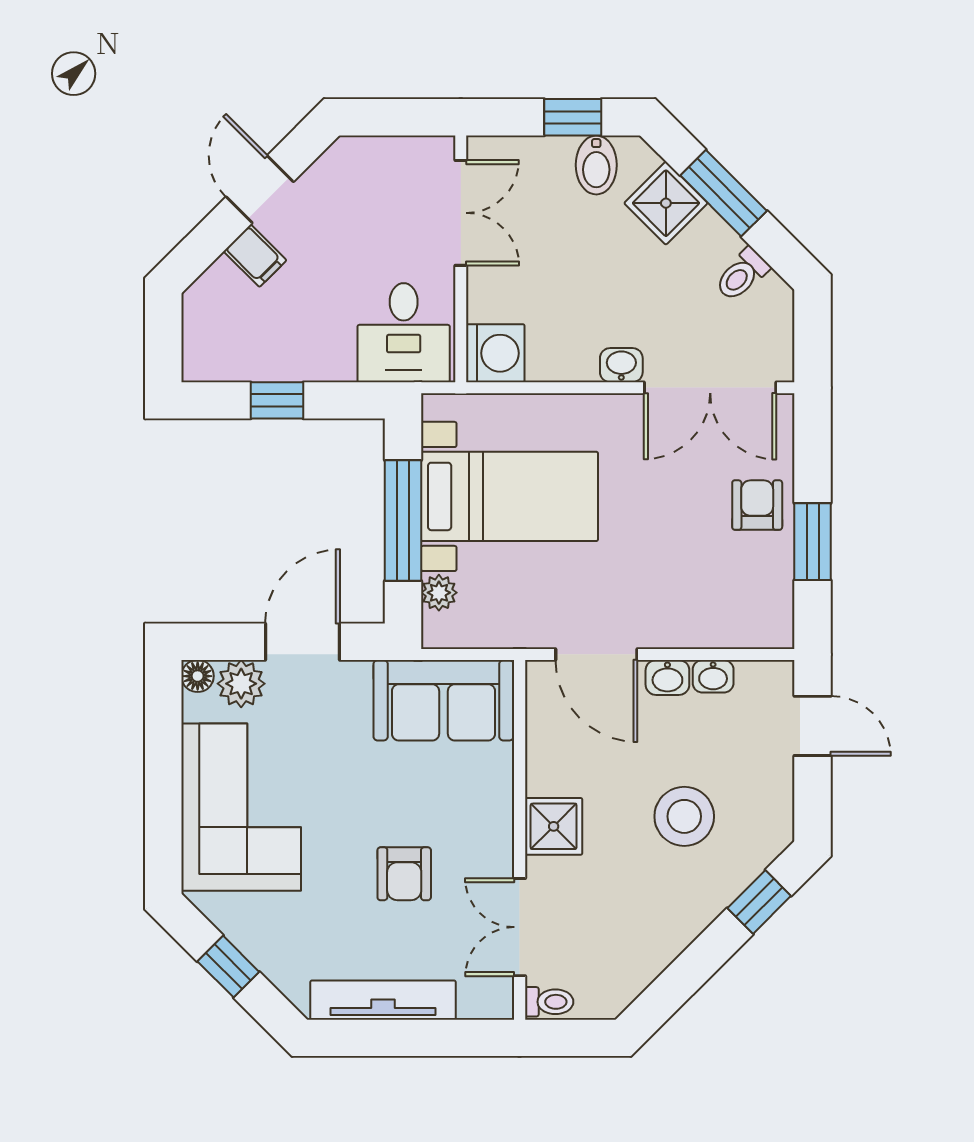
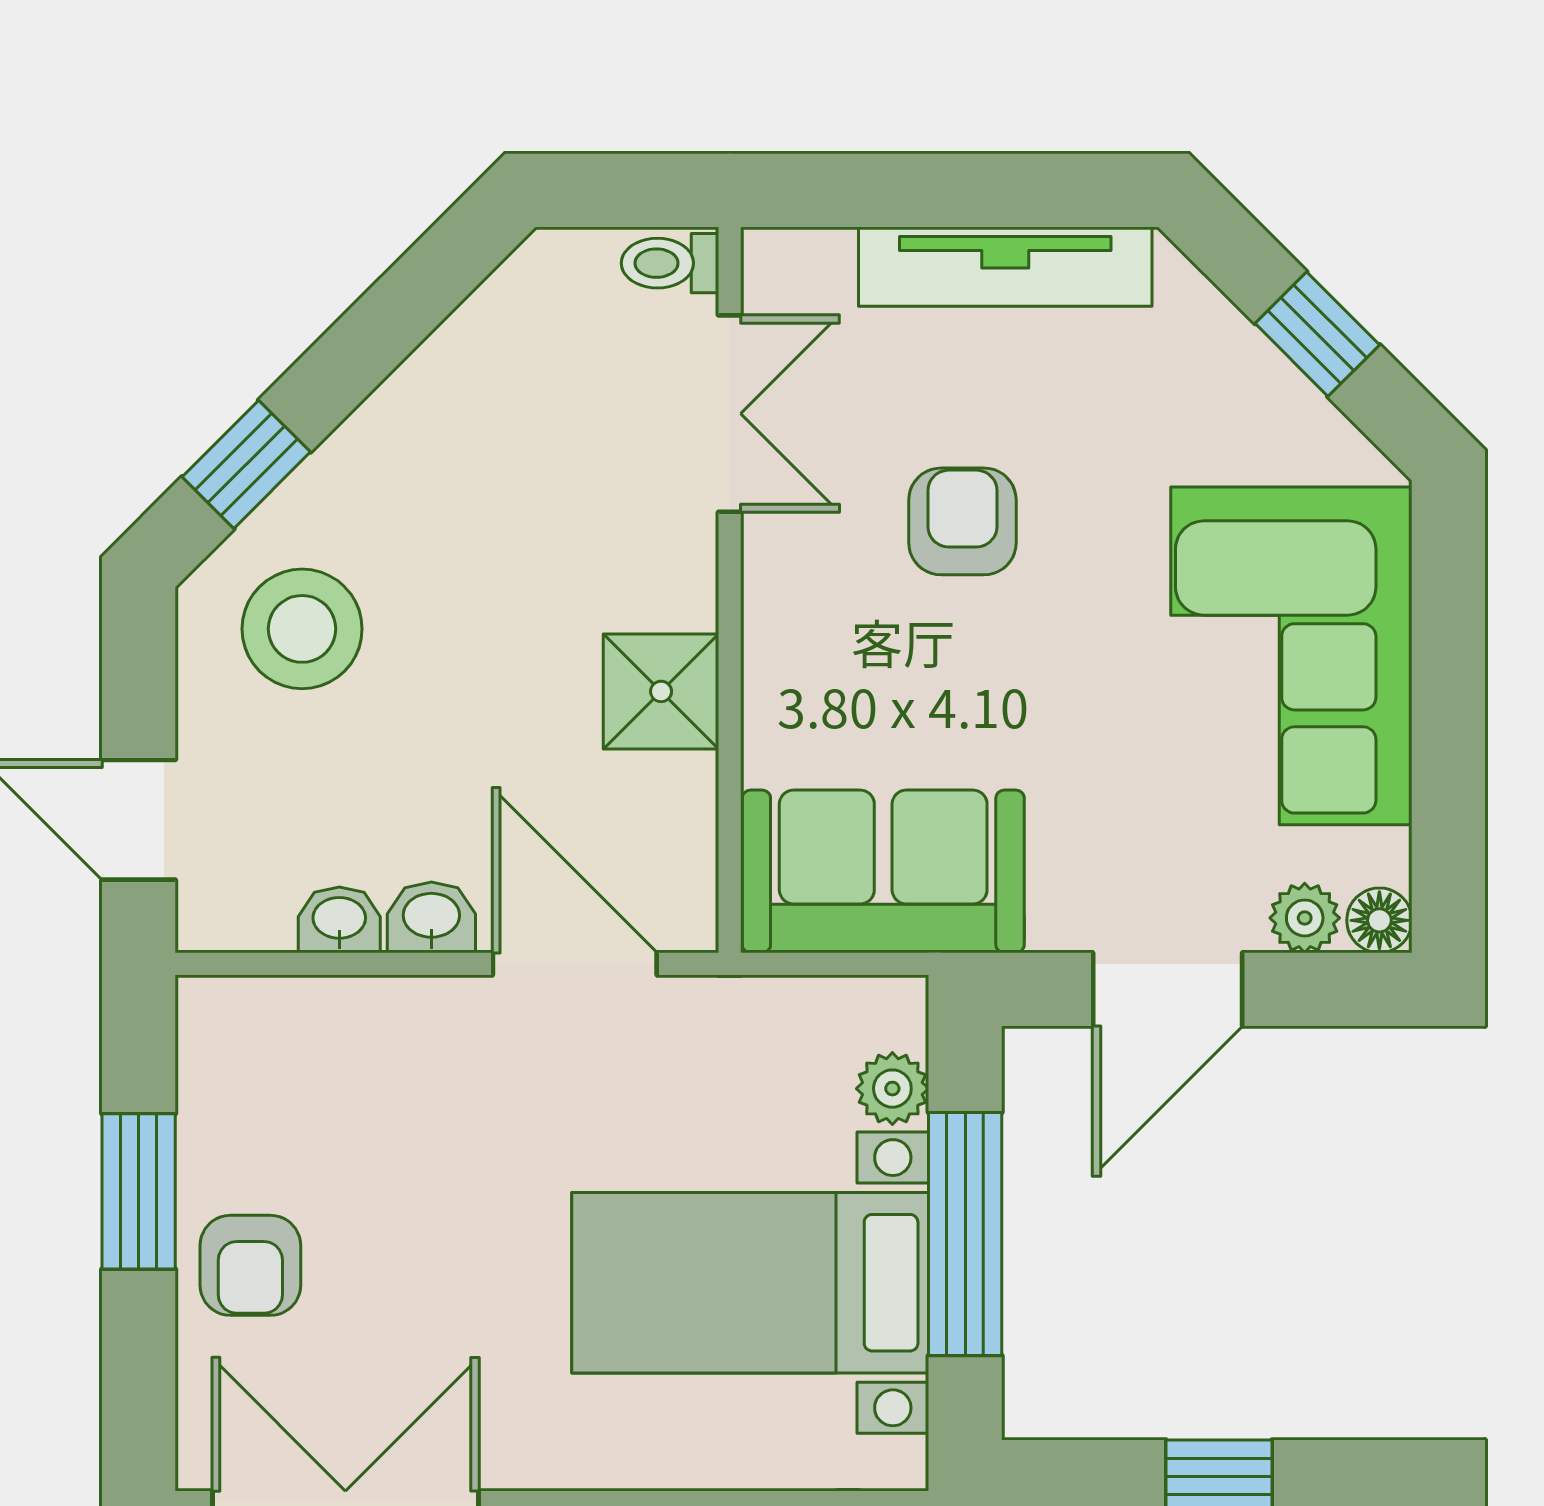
plant: (241, 684) -> (1305, 918), width x0.73, depth x0.73
stool: (684, 816) -> (302, 629), moved
shower: (554, 826) -> (661, 691), moved

